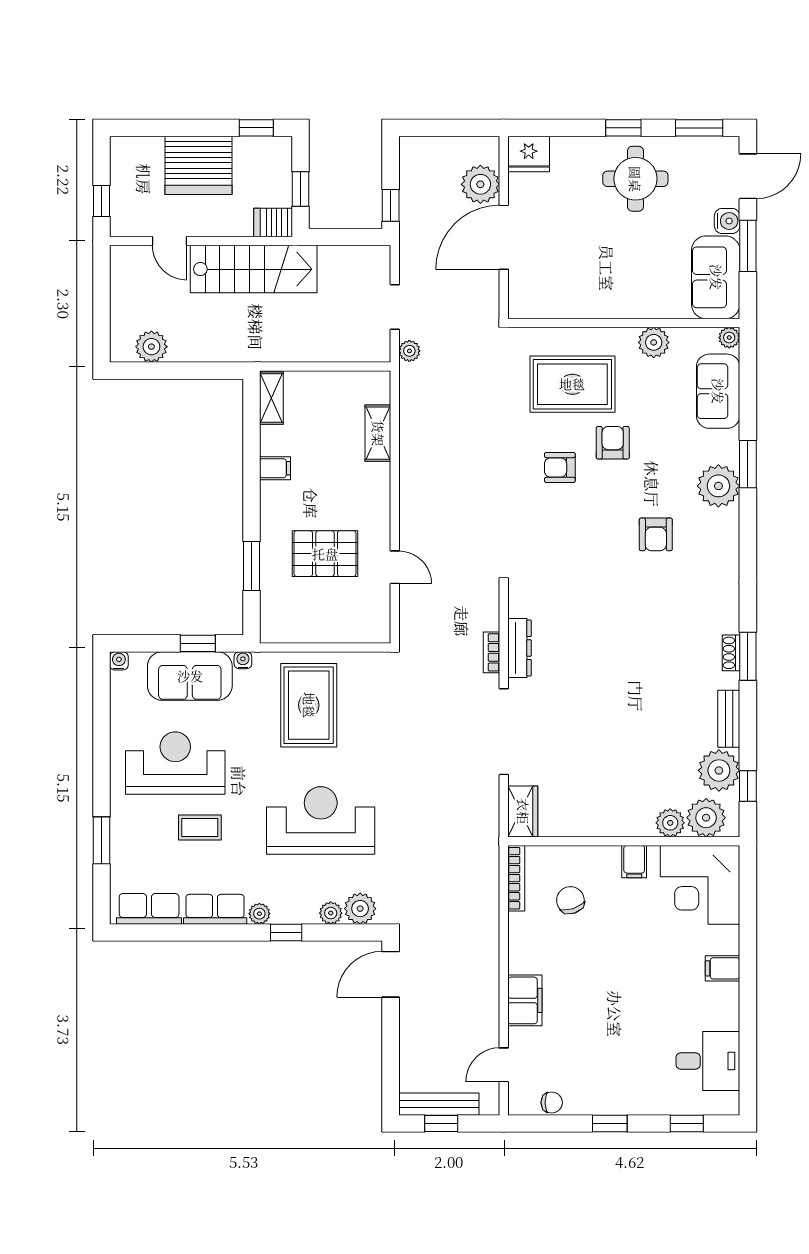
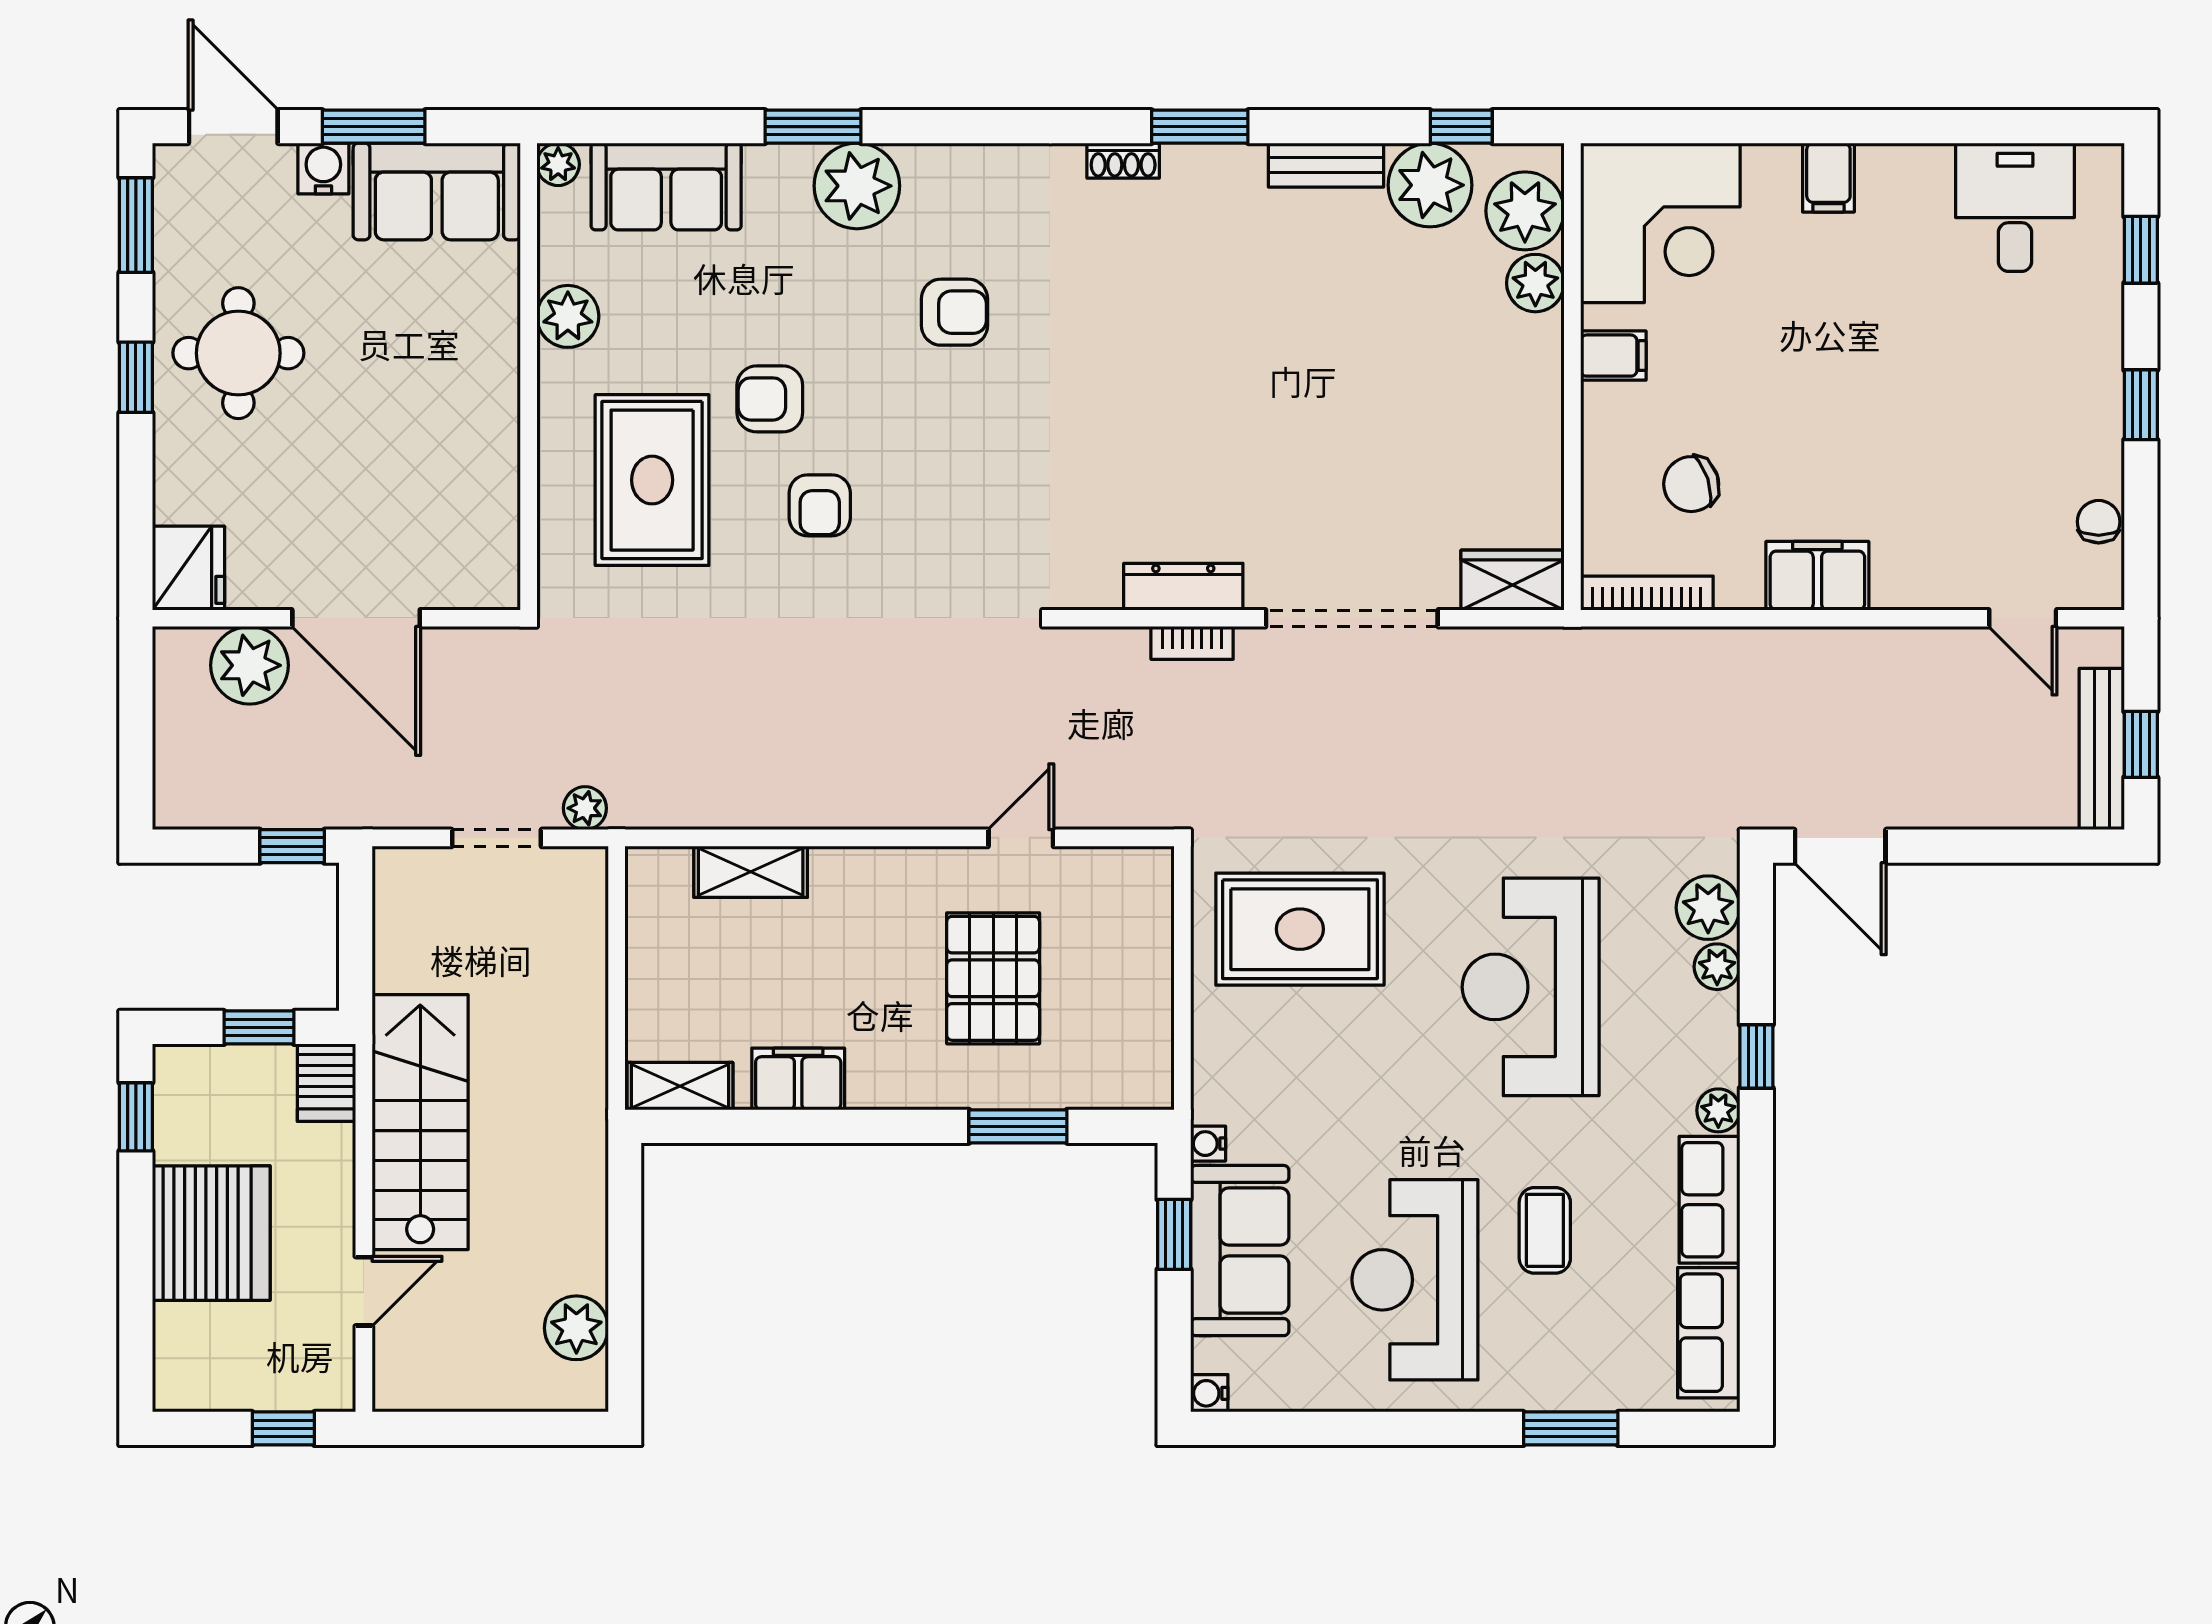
filing cabinet: (275, 468) -> (798, 1079), width x2.00
shoe rack: (731, 653) -> (1123, 161), moved
rug: (309, 705) -> (1300, 929), moved
filing cabinet: (525, 1000) -> (1817, 576), moved

